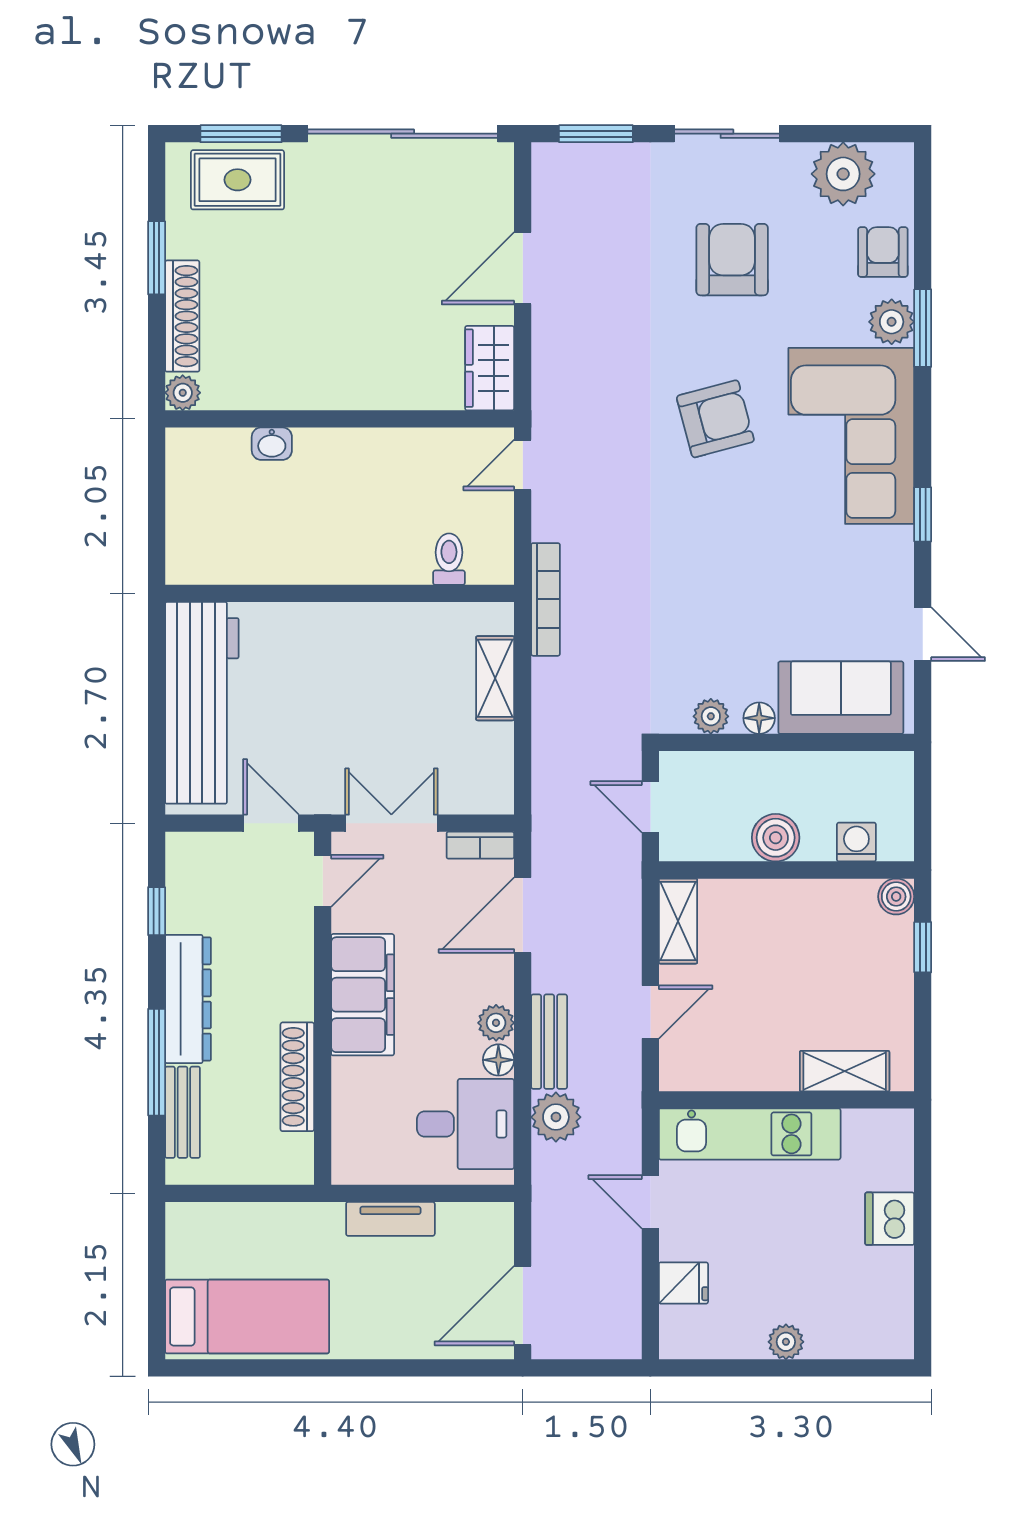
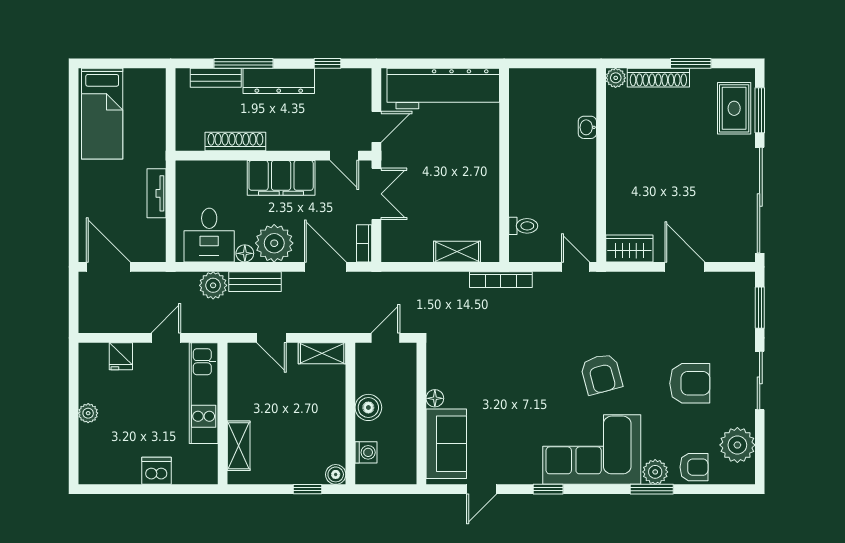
plant: (711, 716) -> (436, 371), removed
plant: (496, 1023) -> (274, 243), width x1.88, depth x1.88

